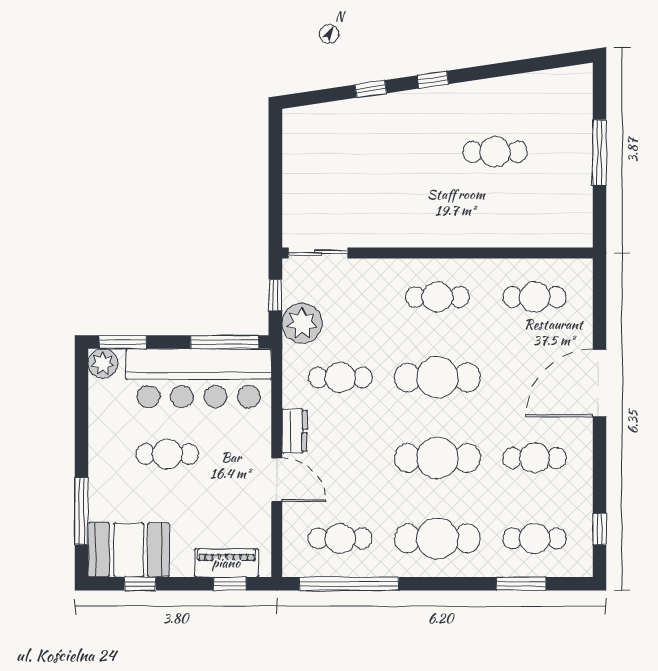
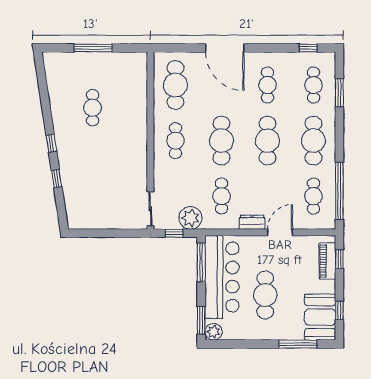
cafe table: (535, 297) -> (175, 85), width x1.37, depth x1.35
cafe table: (167, 454) -> (265, 295), width x1.37, depth x1.35

